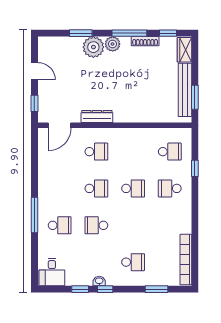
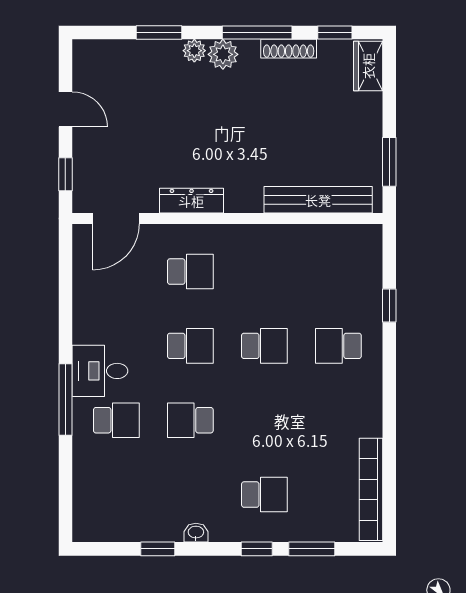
plant: (93, 47) -> (194, 51), width x0.53, depth x0.53
bench: (185, 90) -> (318, 200), moved, turned 90
school desk: (170, 152) -> (338, 272), removed
desk: (52, 272) -> (100, 371), moved, turned 90
window: (105, 289) -> (257, 549), moved

